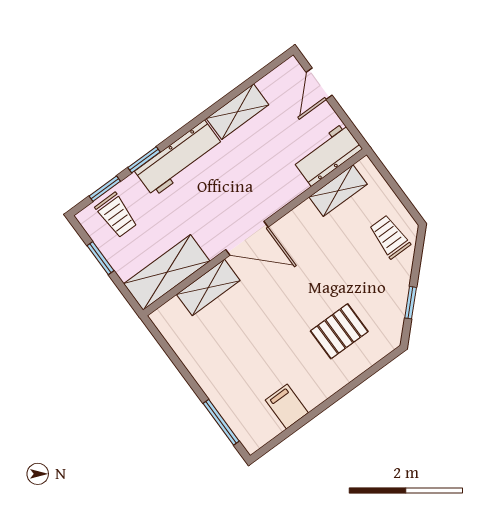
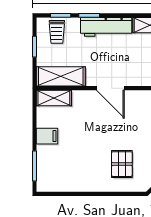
shelving: (208, 287) -> (54, 98), moved
pallet: (339, 331) -> (122, 164), turned 90
filing cabinet: (287, 406) -> (47, 136), moved, turned 90

